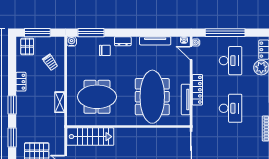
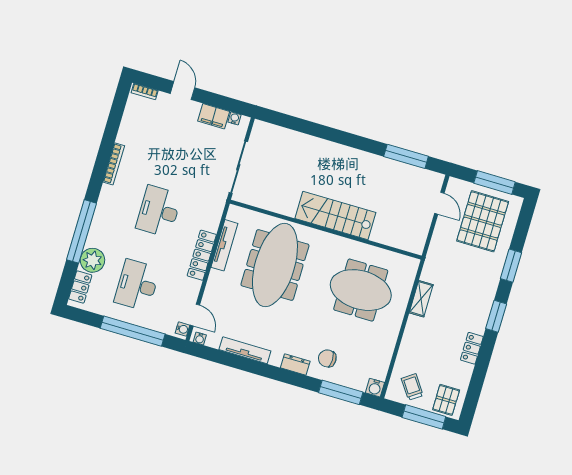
trolley: (50, 62) -> (412, 387), moved
stairs: (90, 137) -> (335, 215), moved

